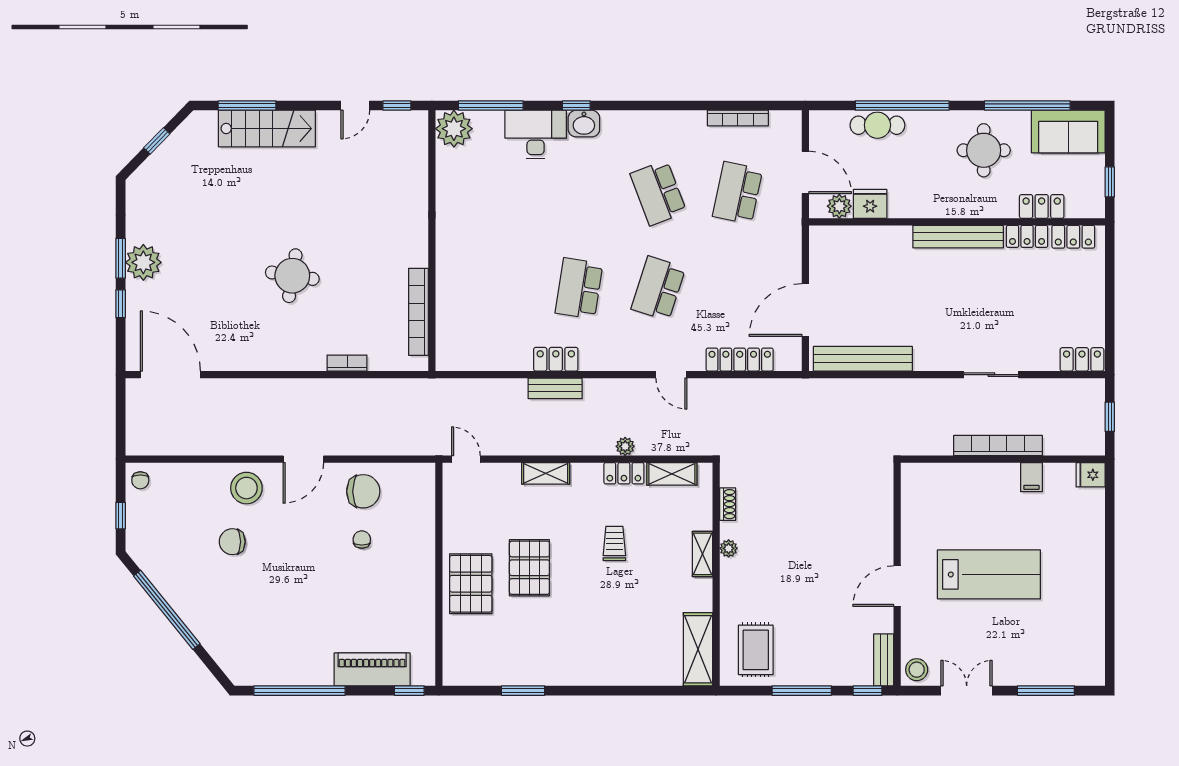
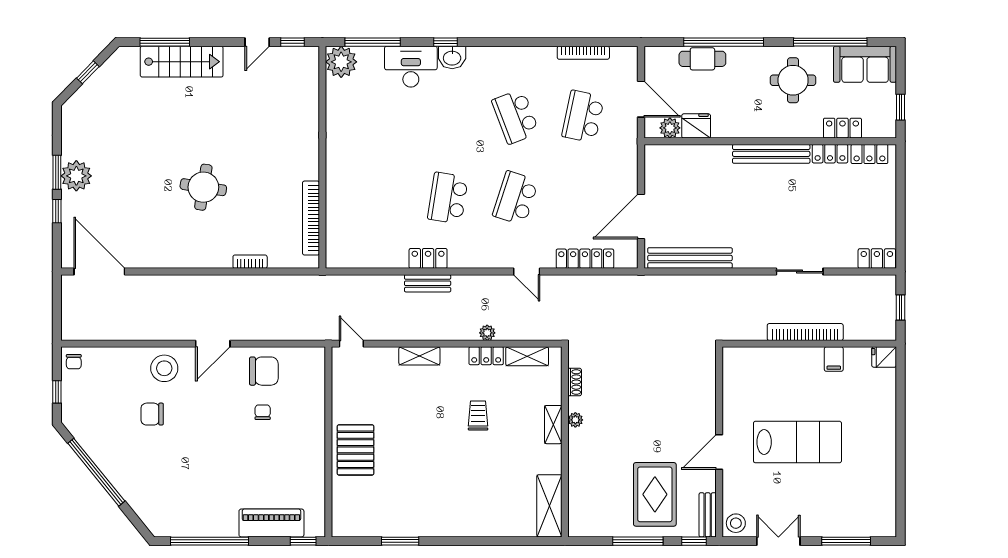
pallet: (529, 568) -> (406, 436), removed
rug: (756, 650) -> (655, 494), moved, width x1.36, depth x1.43

